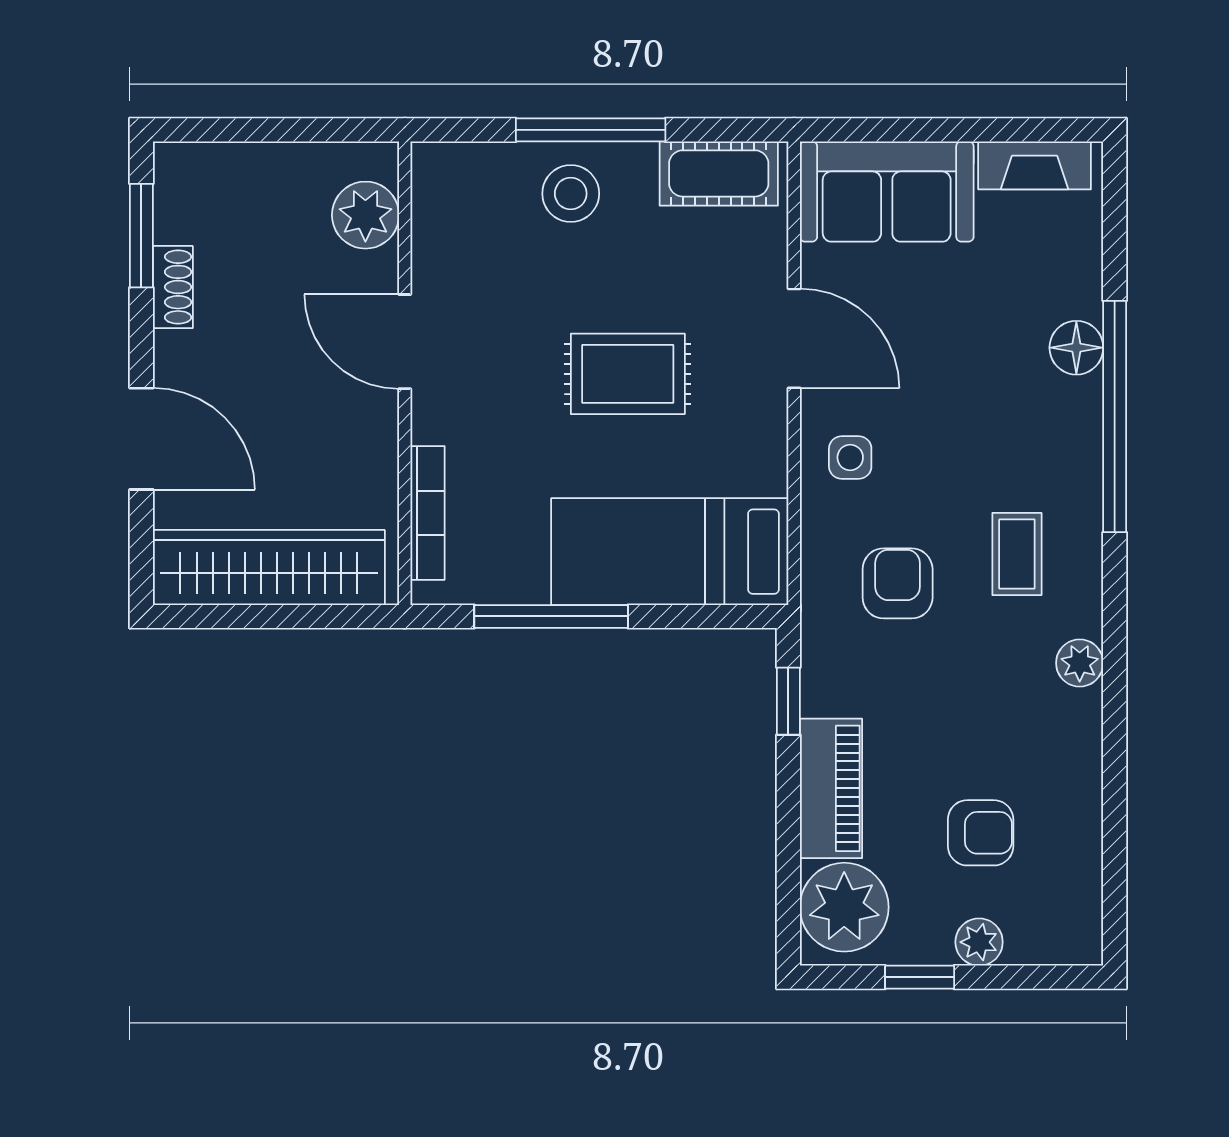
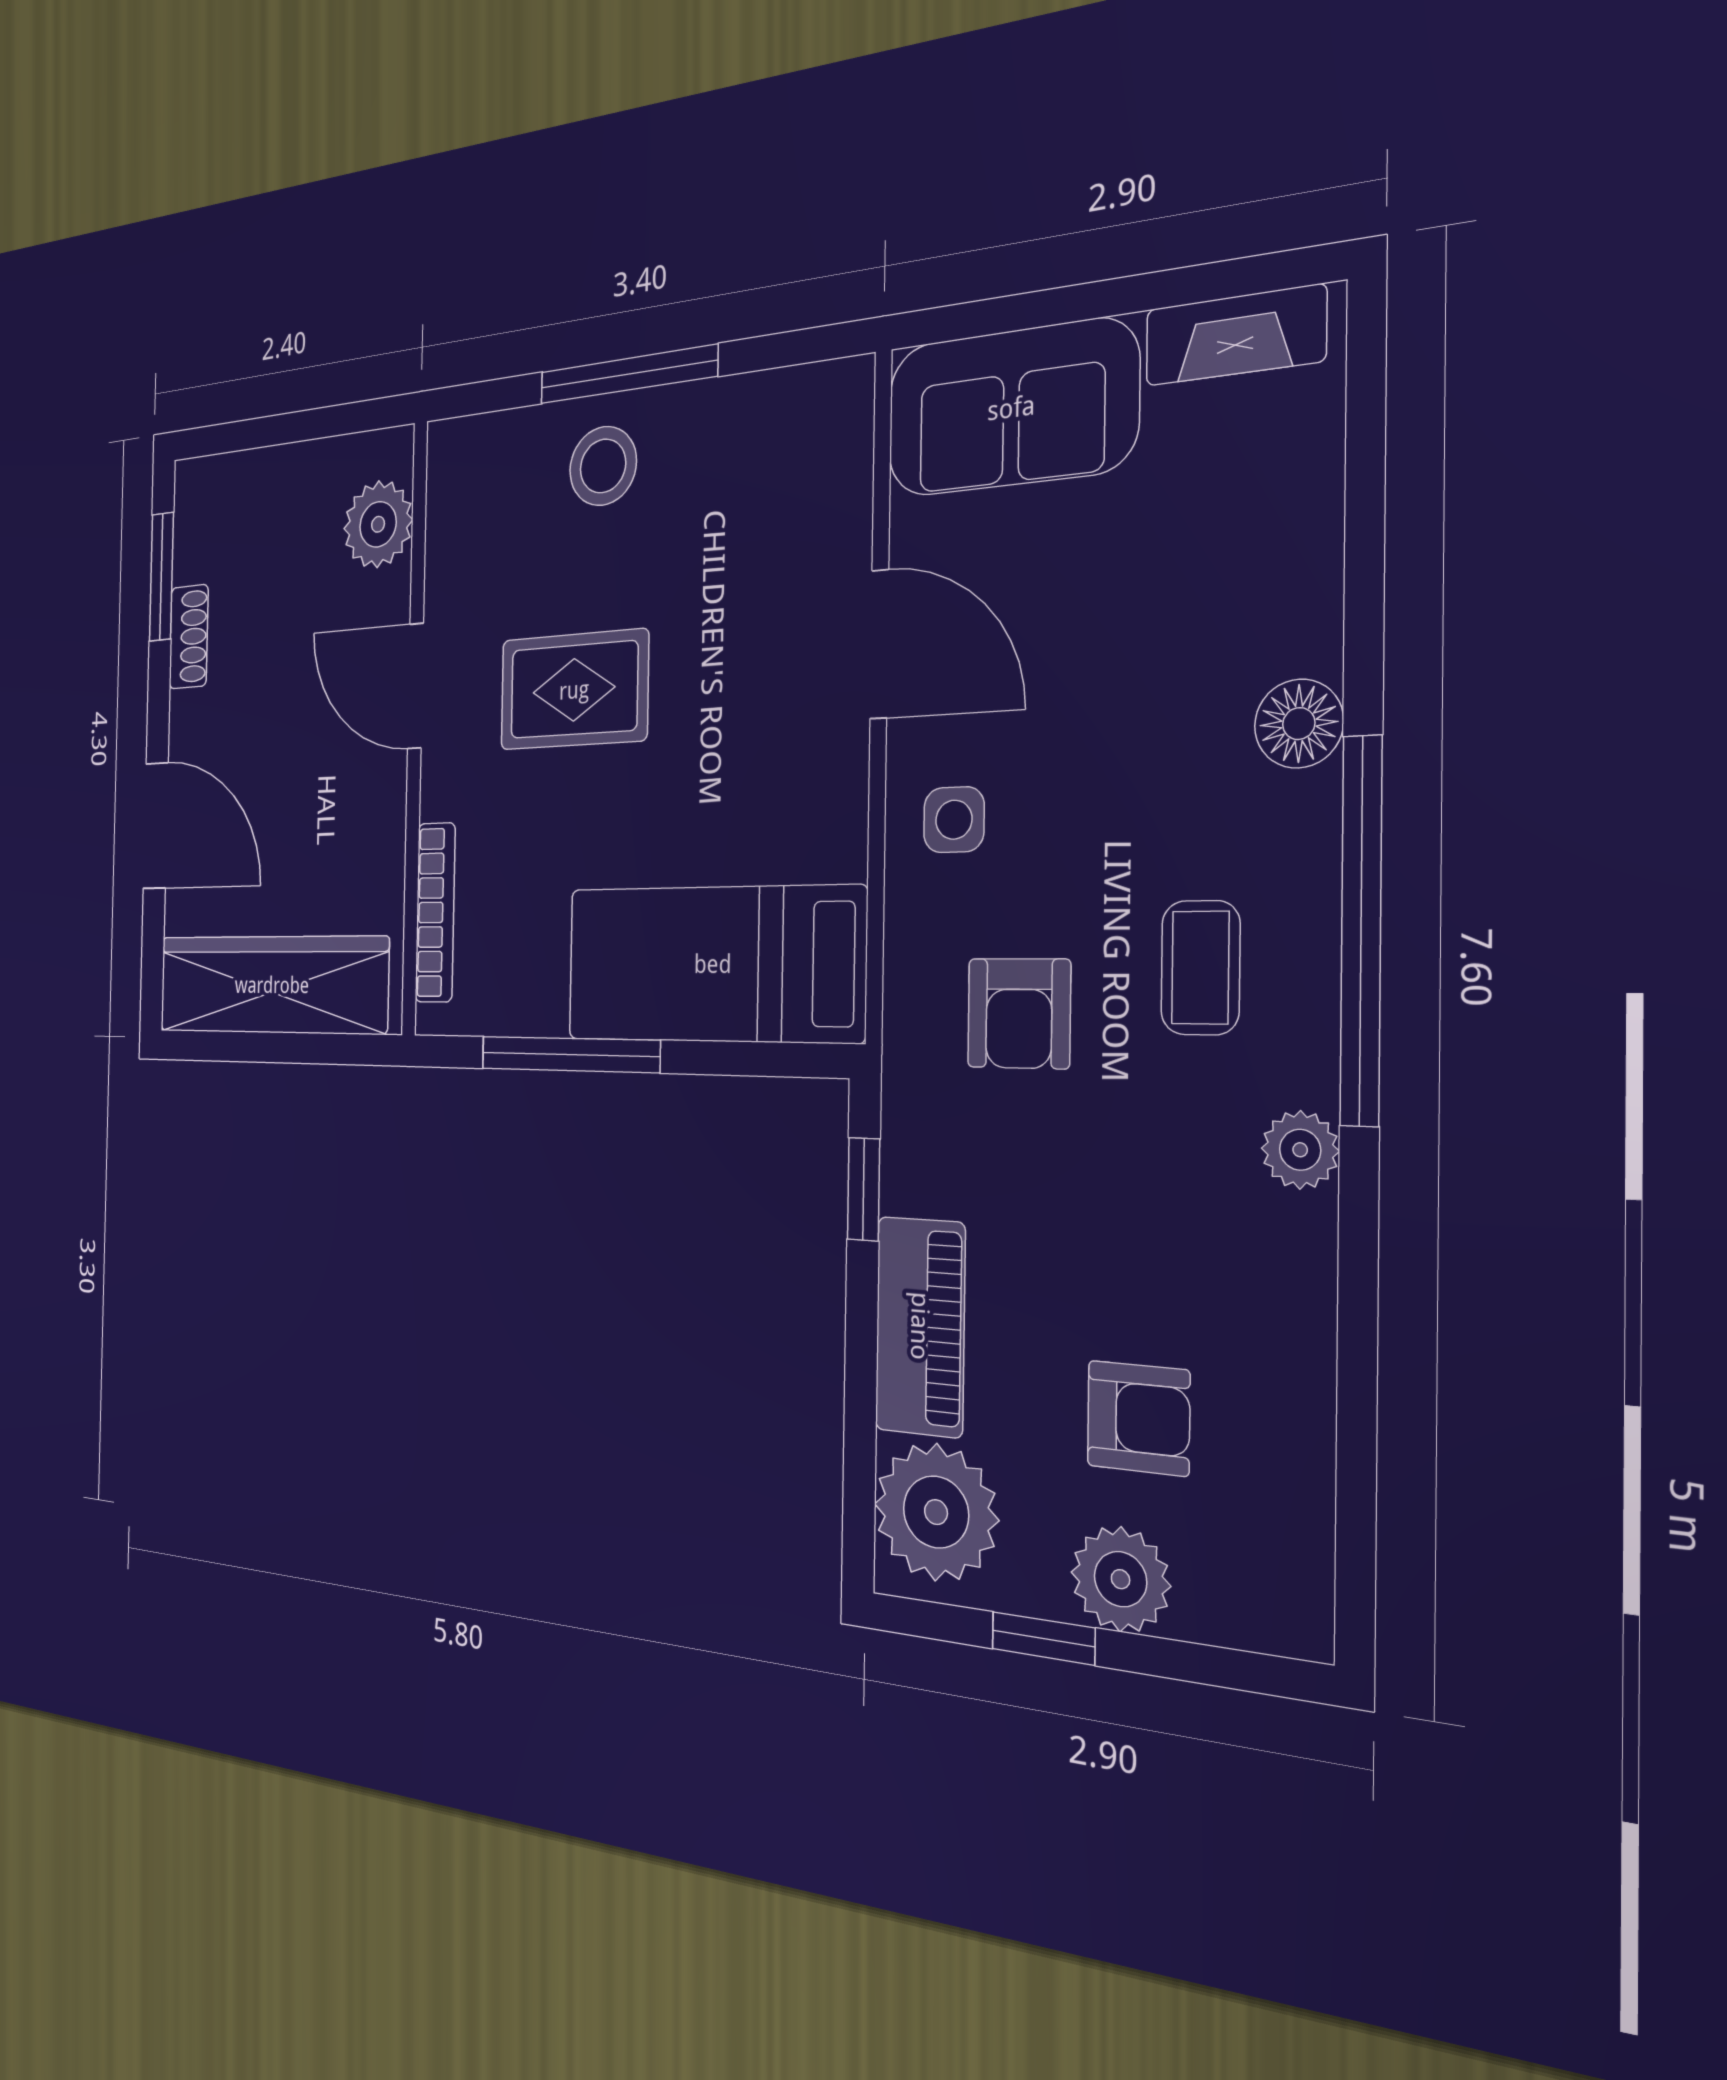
cot: (719, 173) -> (784, 413), removed
floor lamp: (1076, 348) -> (1299, 724), moved
rug: (628, 374) -> (574, 690), moved
window: (1115, 417) -> (1361, 930), moved
armchair: (898, 583) -> (1019, 1013), turned 180
plant: (979, 942) -> (1121, 1579), width x1.38, depth x1.38

